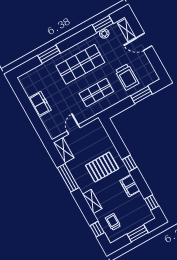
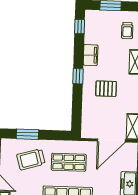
trolley: (127, 77) -> (31, 159), turned -106
door: (74, 129) -> (111, 140), width x1.88
pallet: (102, 167) -> (106, 89), width x0.67, depth x0.71

